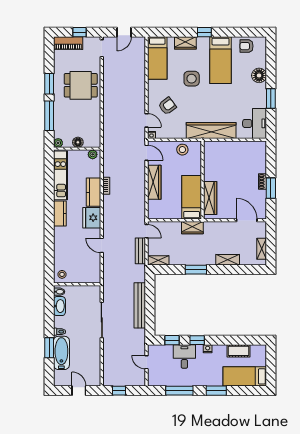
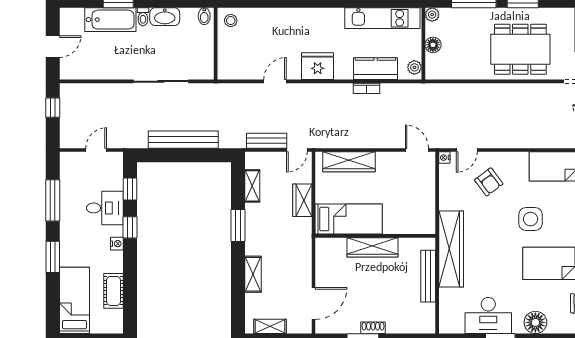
dining table: (81, 85) -> (520, 49), width x1.38
desk: (255, 123) -> (488, 316), moved
bench: (229, 146) -> (428, 276), added
stool: (182, 150) -> (422, 205), removed
door: (147, 153) -> (417, 150), swing flipped
wardrobe: (154, 182) -> (349, 162), moved
kitchen counter: (93, 192) -> (376, 69), moved
wardrobe: (210, 198) -> (372, 247), moved
kitchen counter: (60, 213) -> (324, 17), removed
wardrobe: (192, 228) -> (302, 200), moved
shelving: (158, 260) -> (252, 186), moved
washbasin: (59, 306) -> (165, 17), moved

